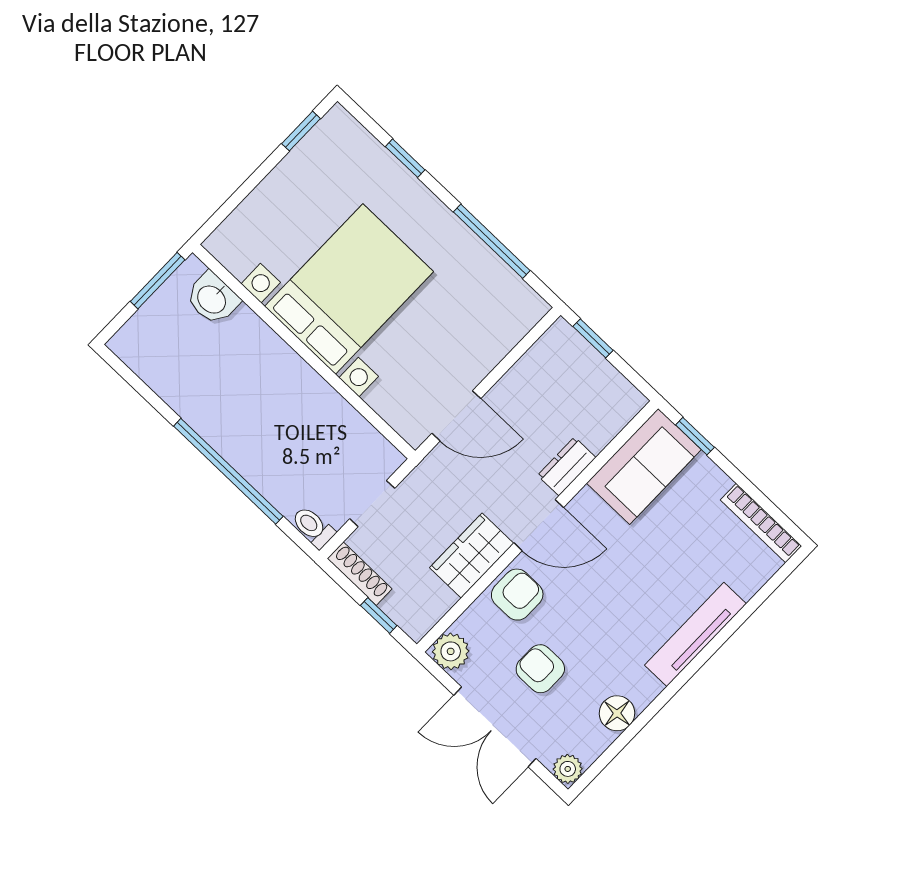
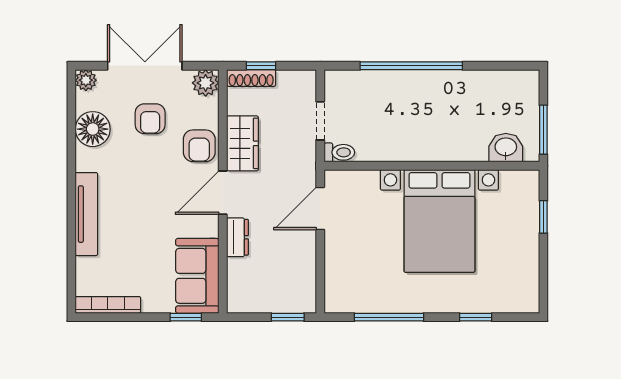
window: (301, 131) -> (543, 217), moved
toilet: (313, 527) -> (339, 152), moved
shoe rack: (360, 574) -> (251, 78), moved
armchair: (540, 669) -> (150, 119), turned 90
floor lamp: (617, 713) -> (93, 129), width x1.38, depth x1.38

